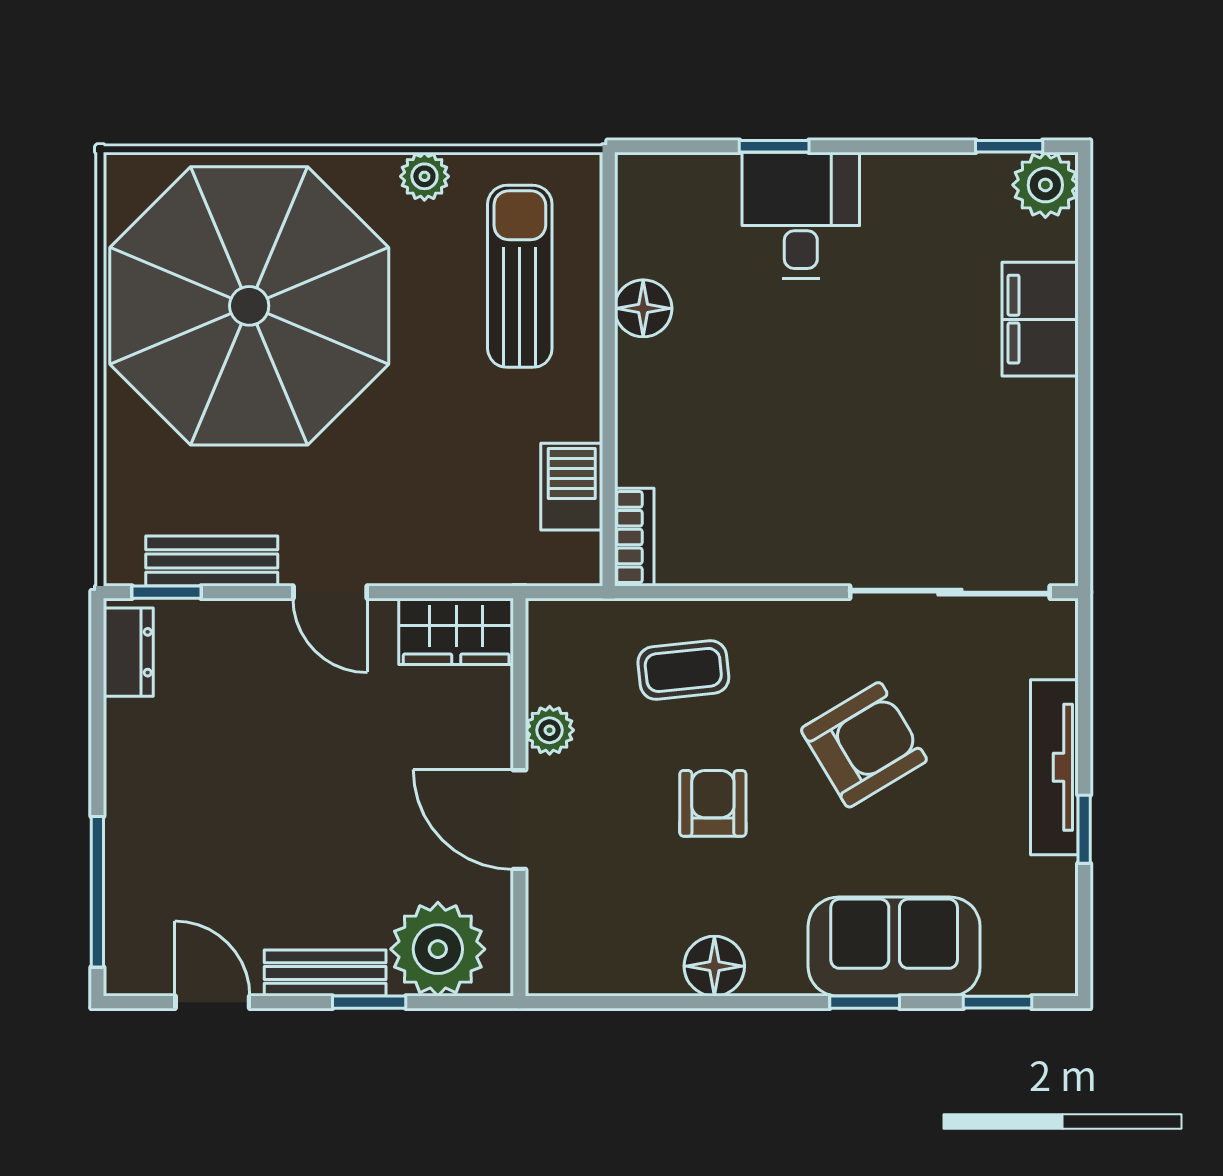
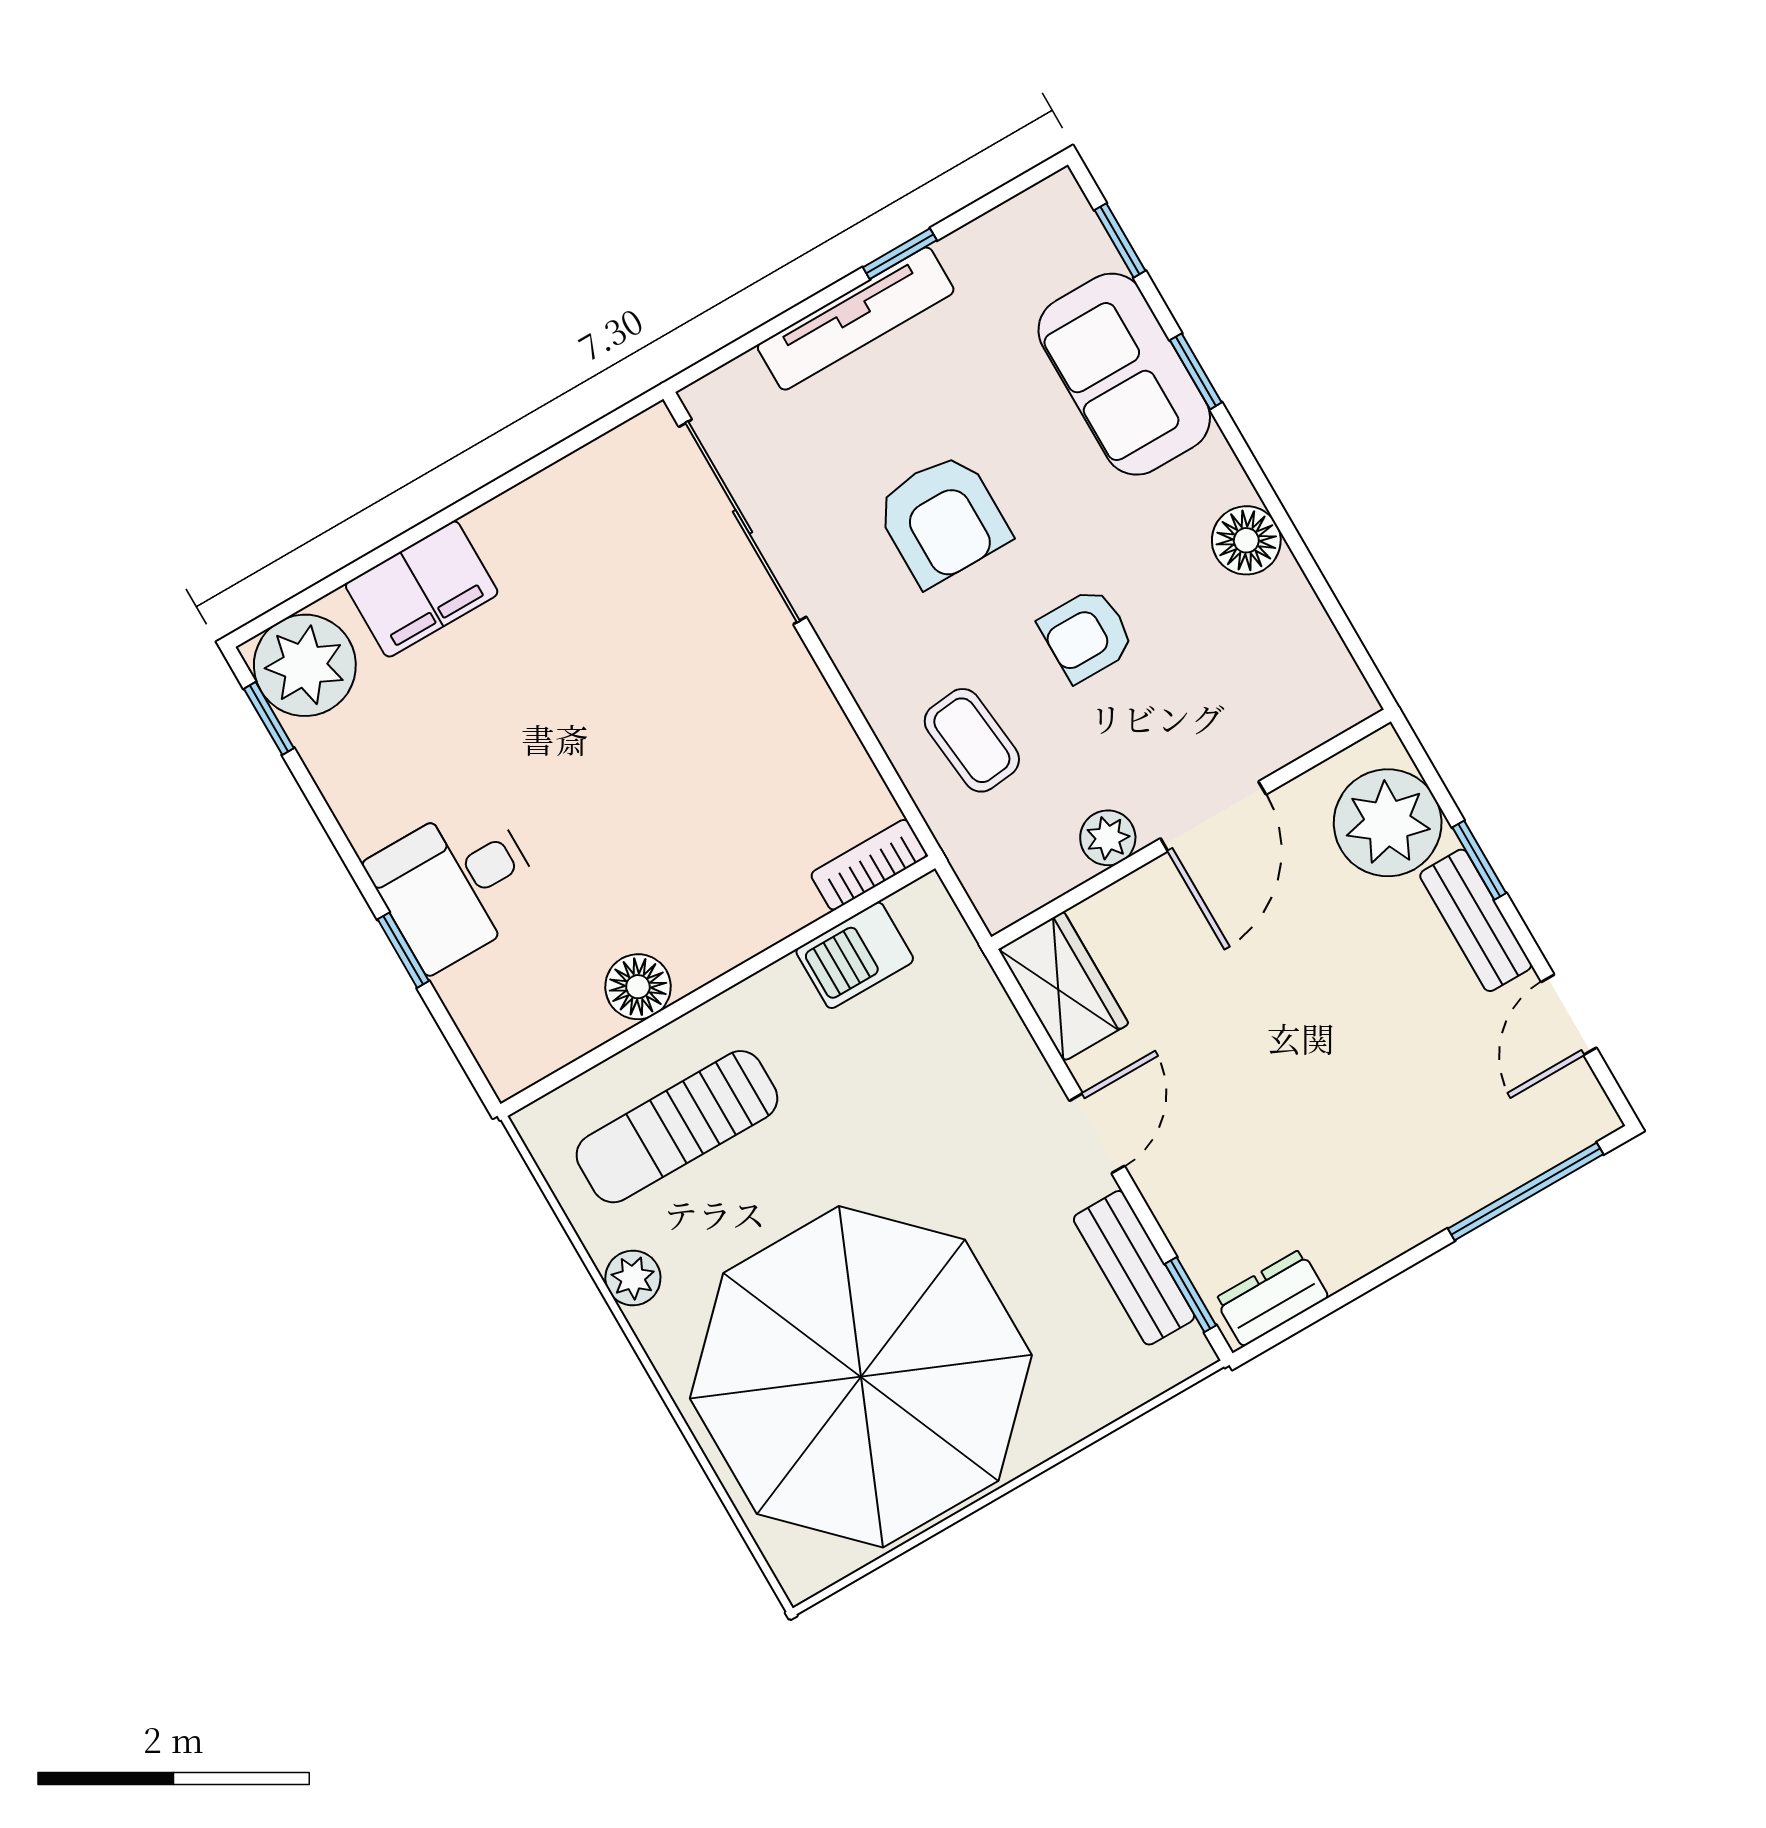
plant: (1045, 185) -> (305, 665), width x1.36, depth x1.36
armchair: (864, 745) -> (942, 519), turned -149

